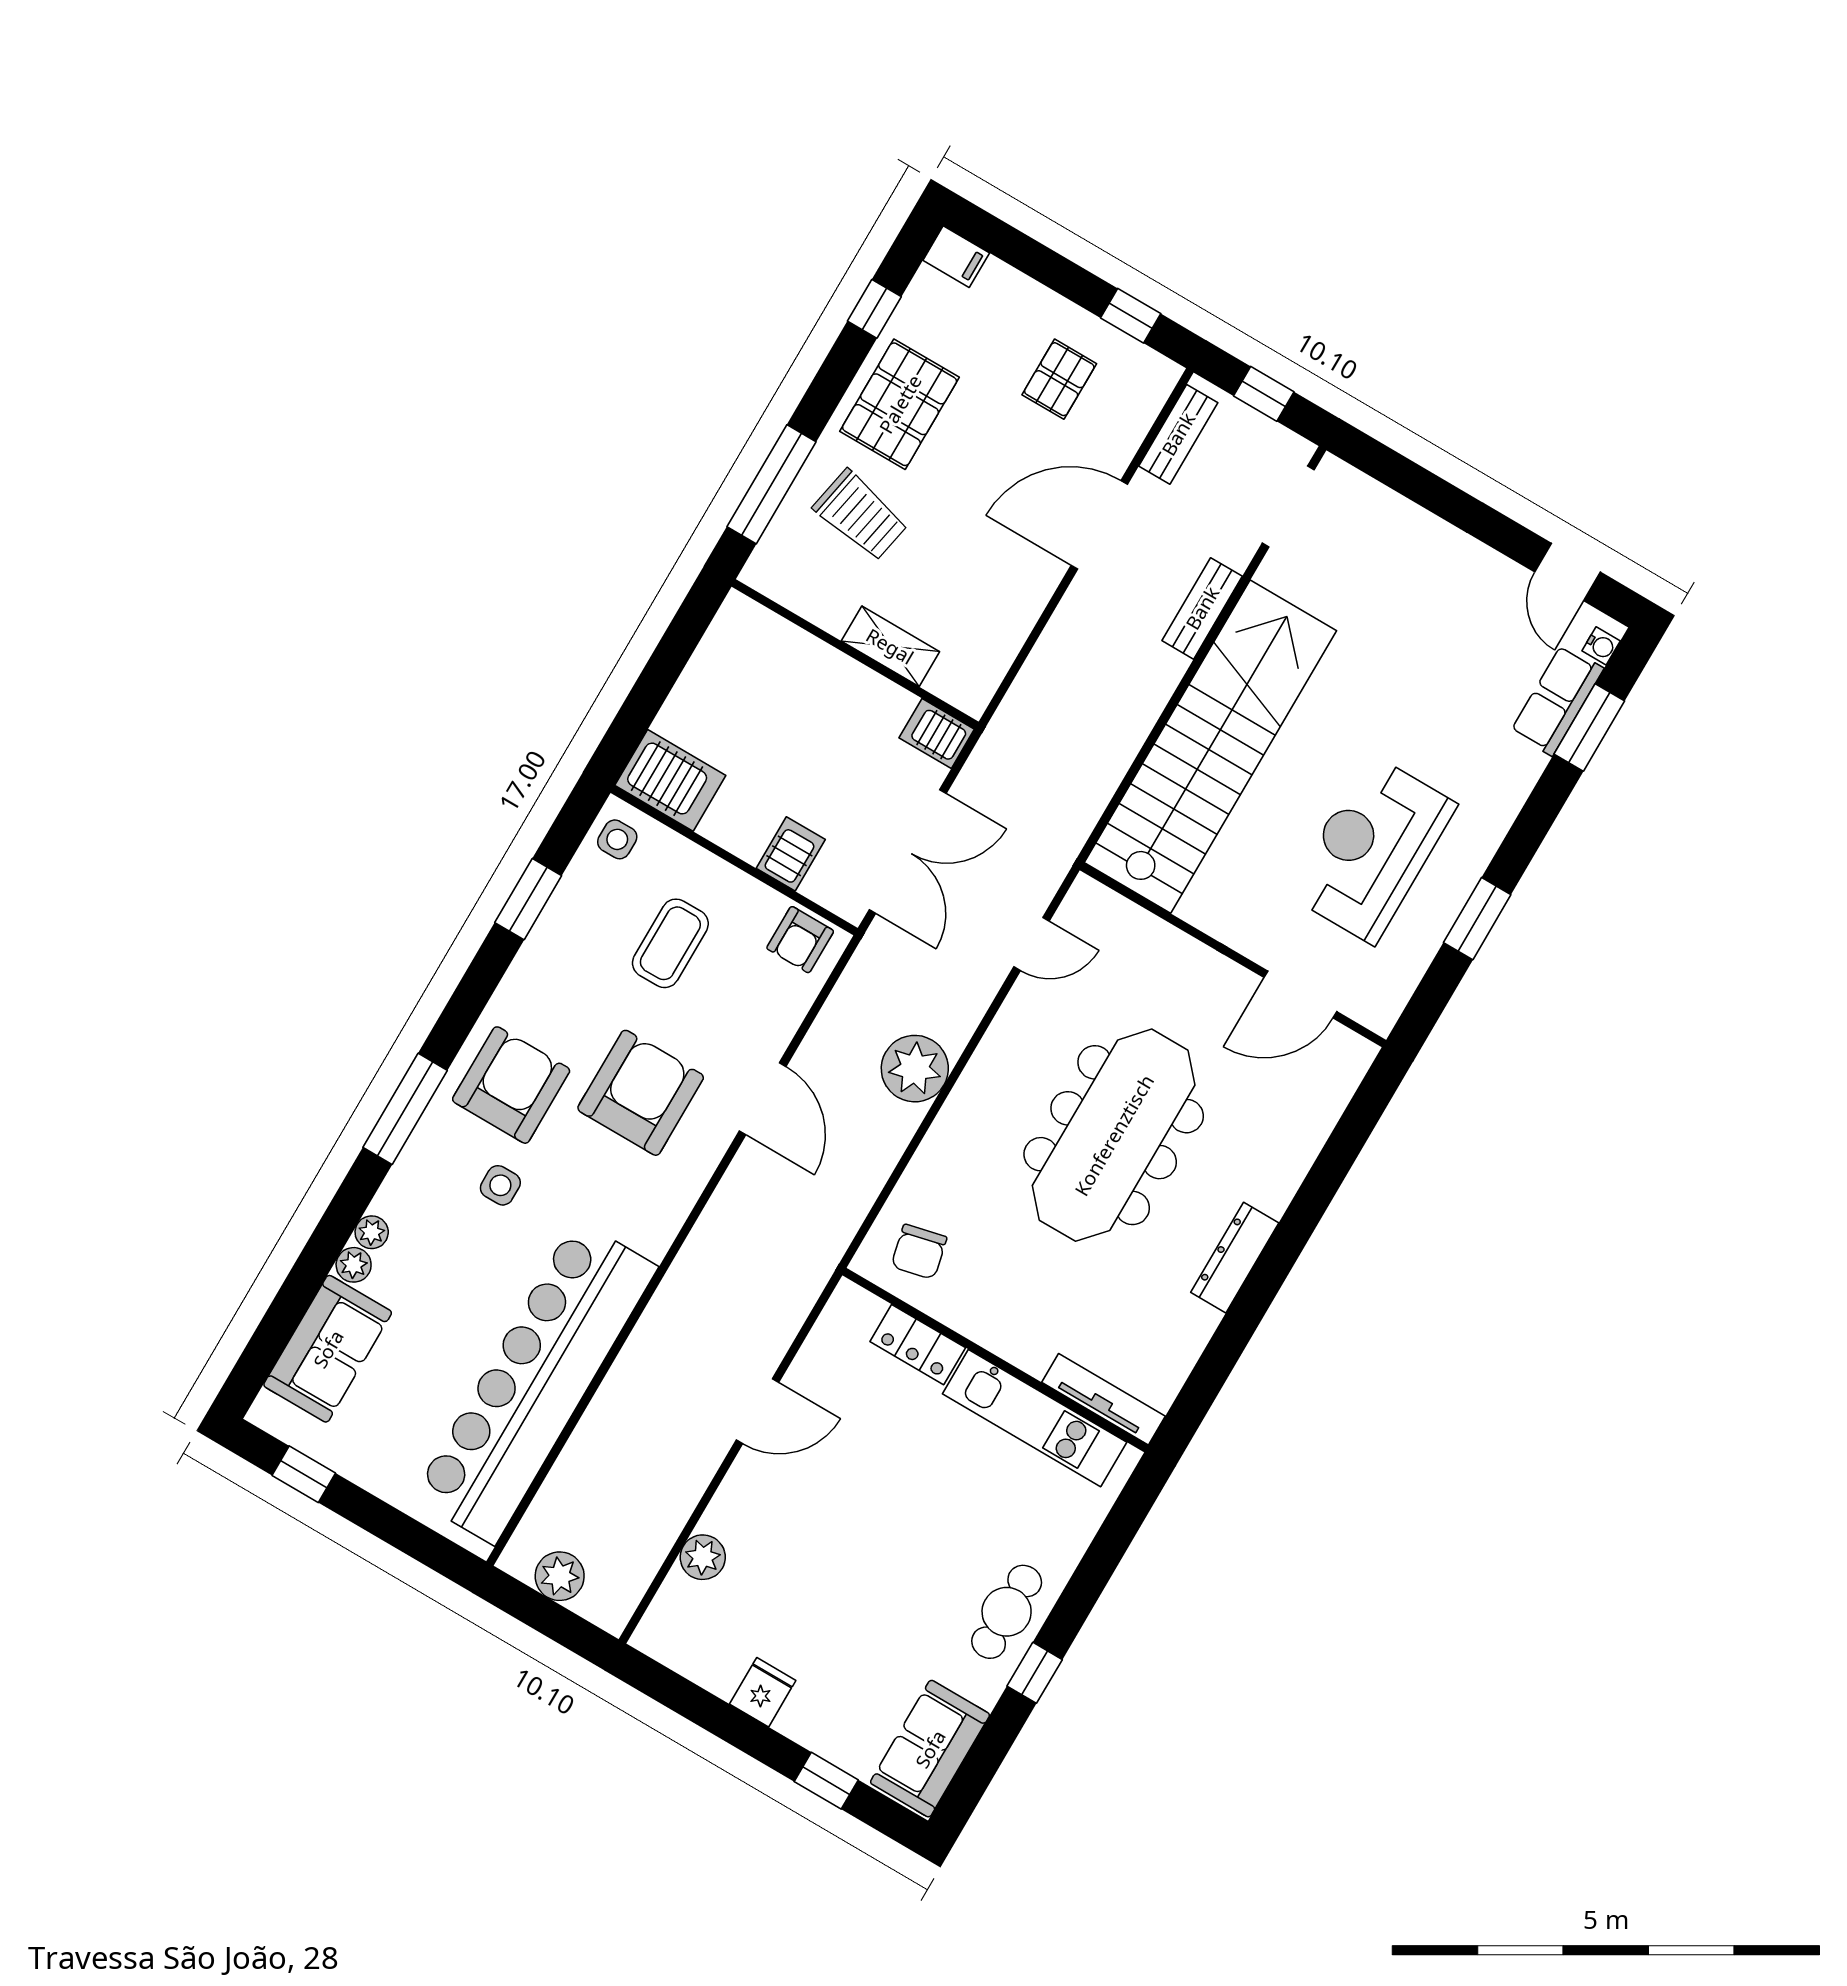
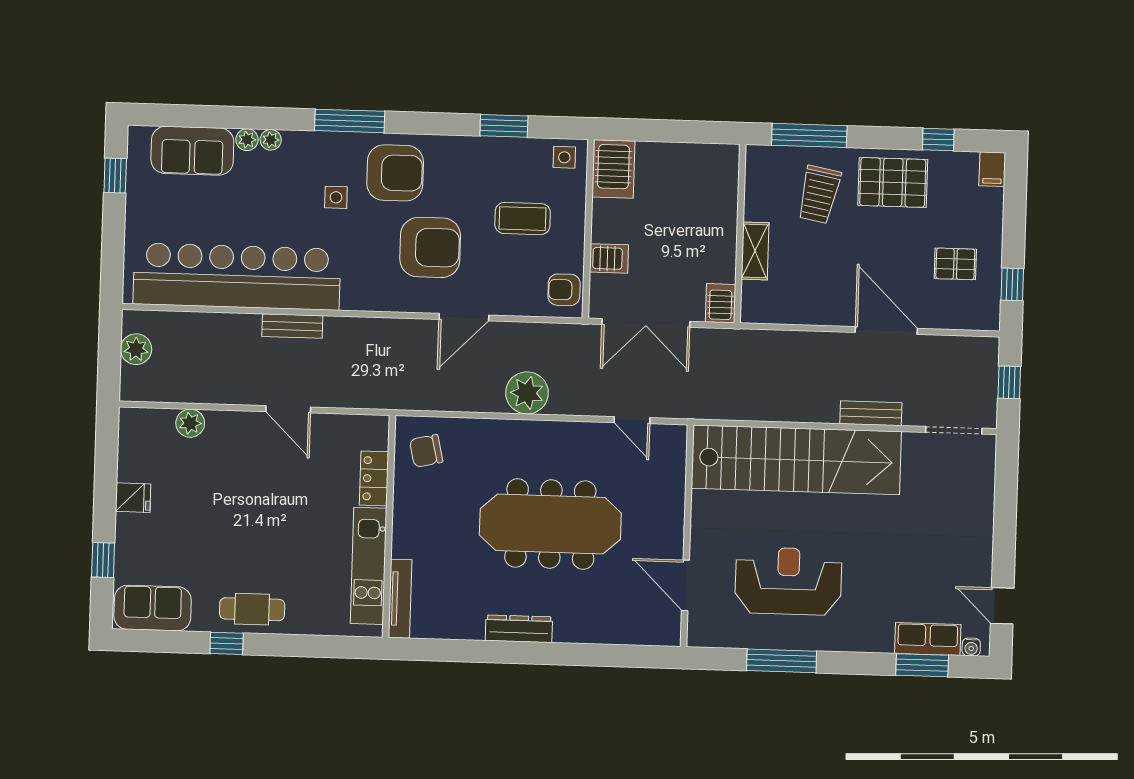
bench: (1178, 434) -> (292, 326), moved
door: (1567, 572) -> (1002, 606), hinge flipped
window: (1477, 919) -> (782, 661), width x1.44

